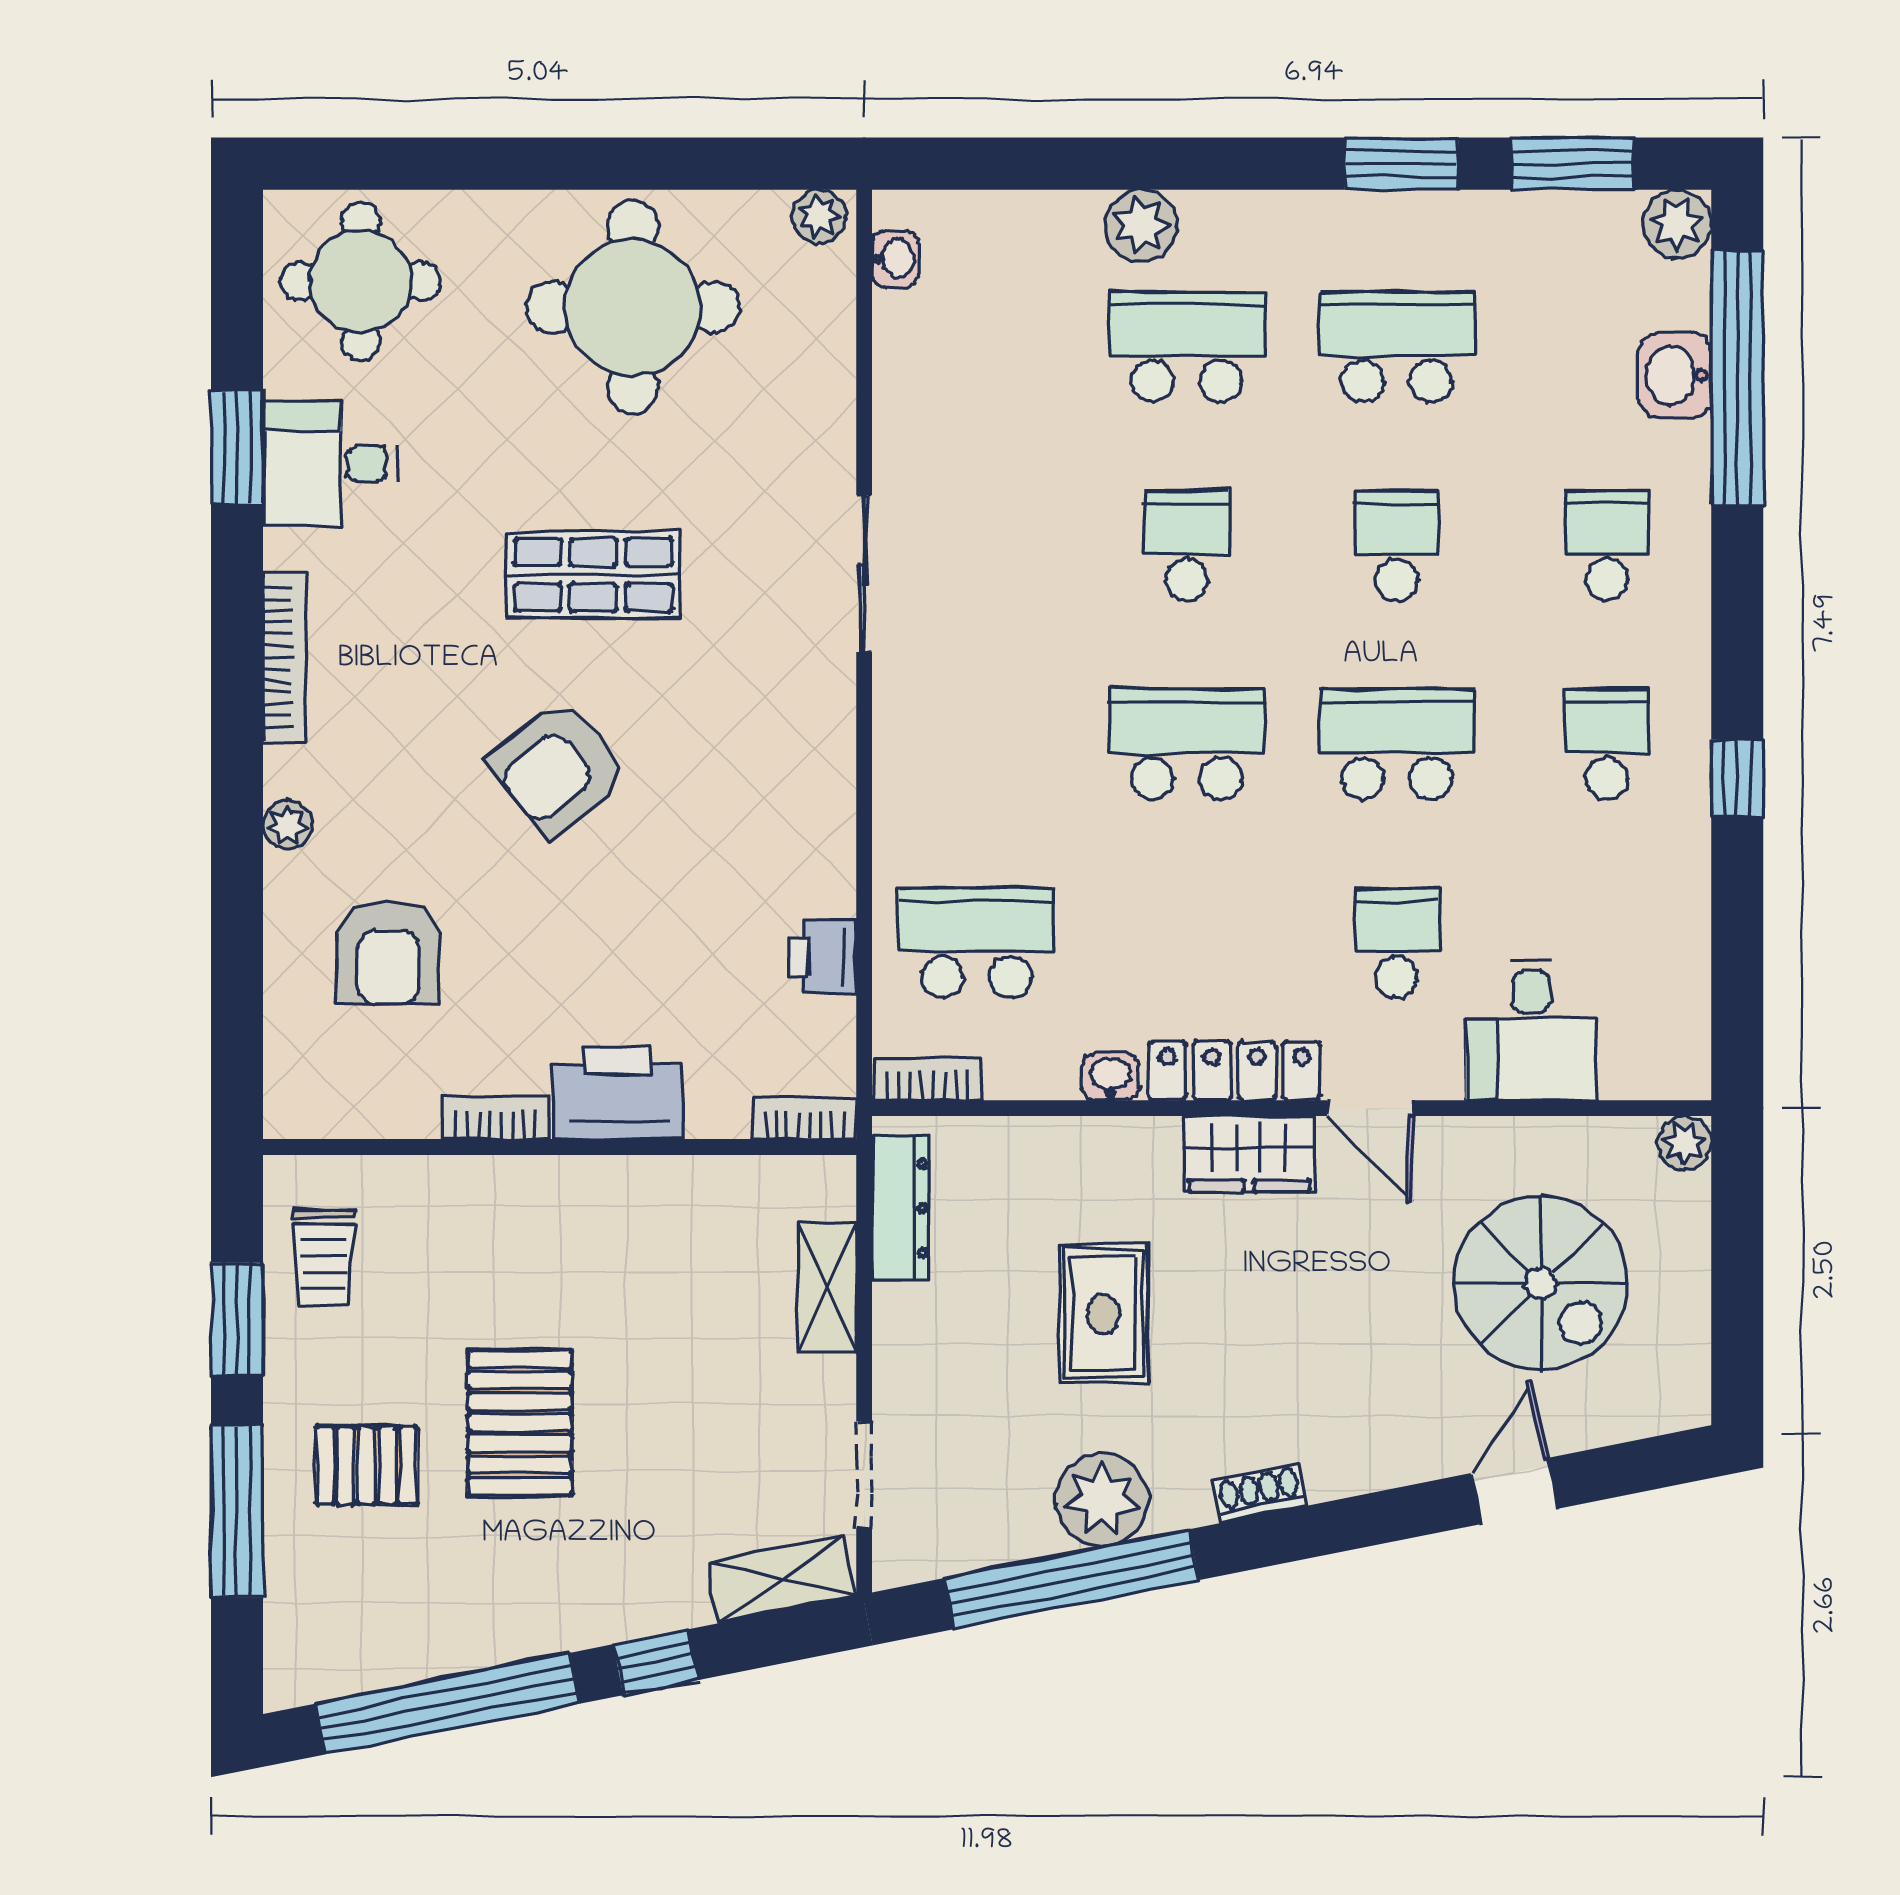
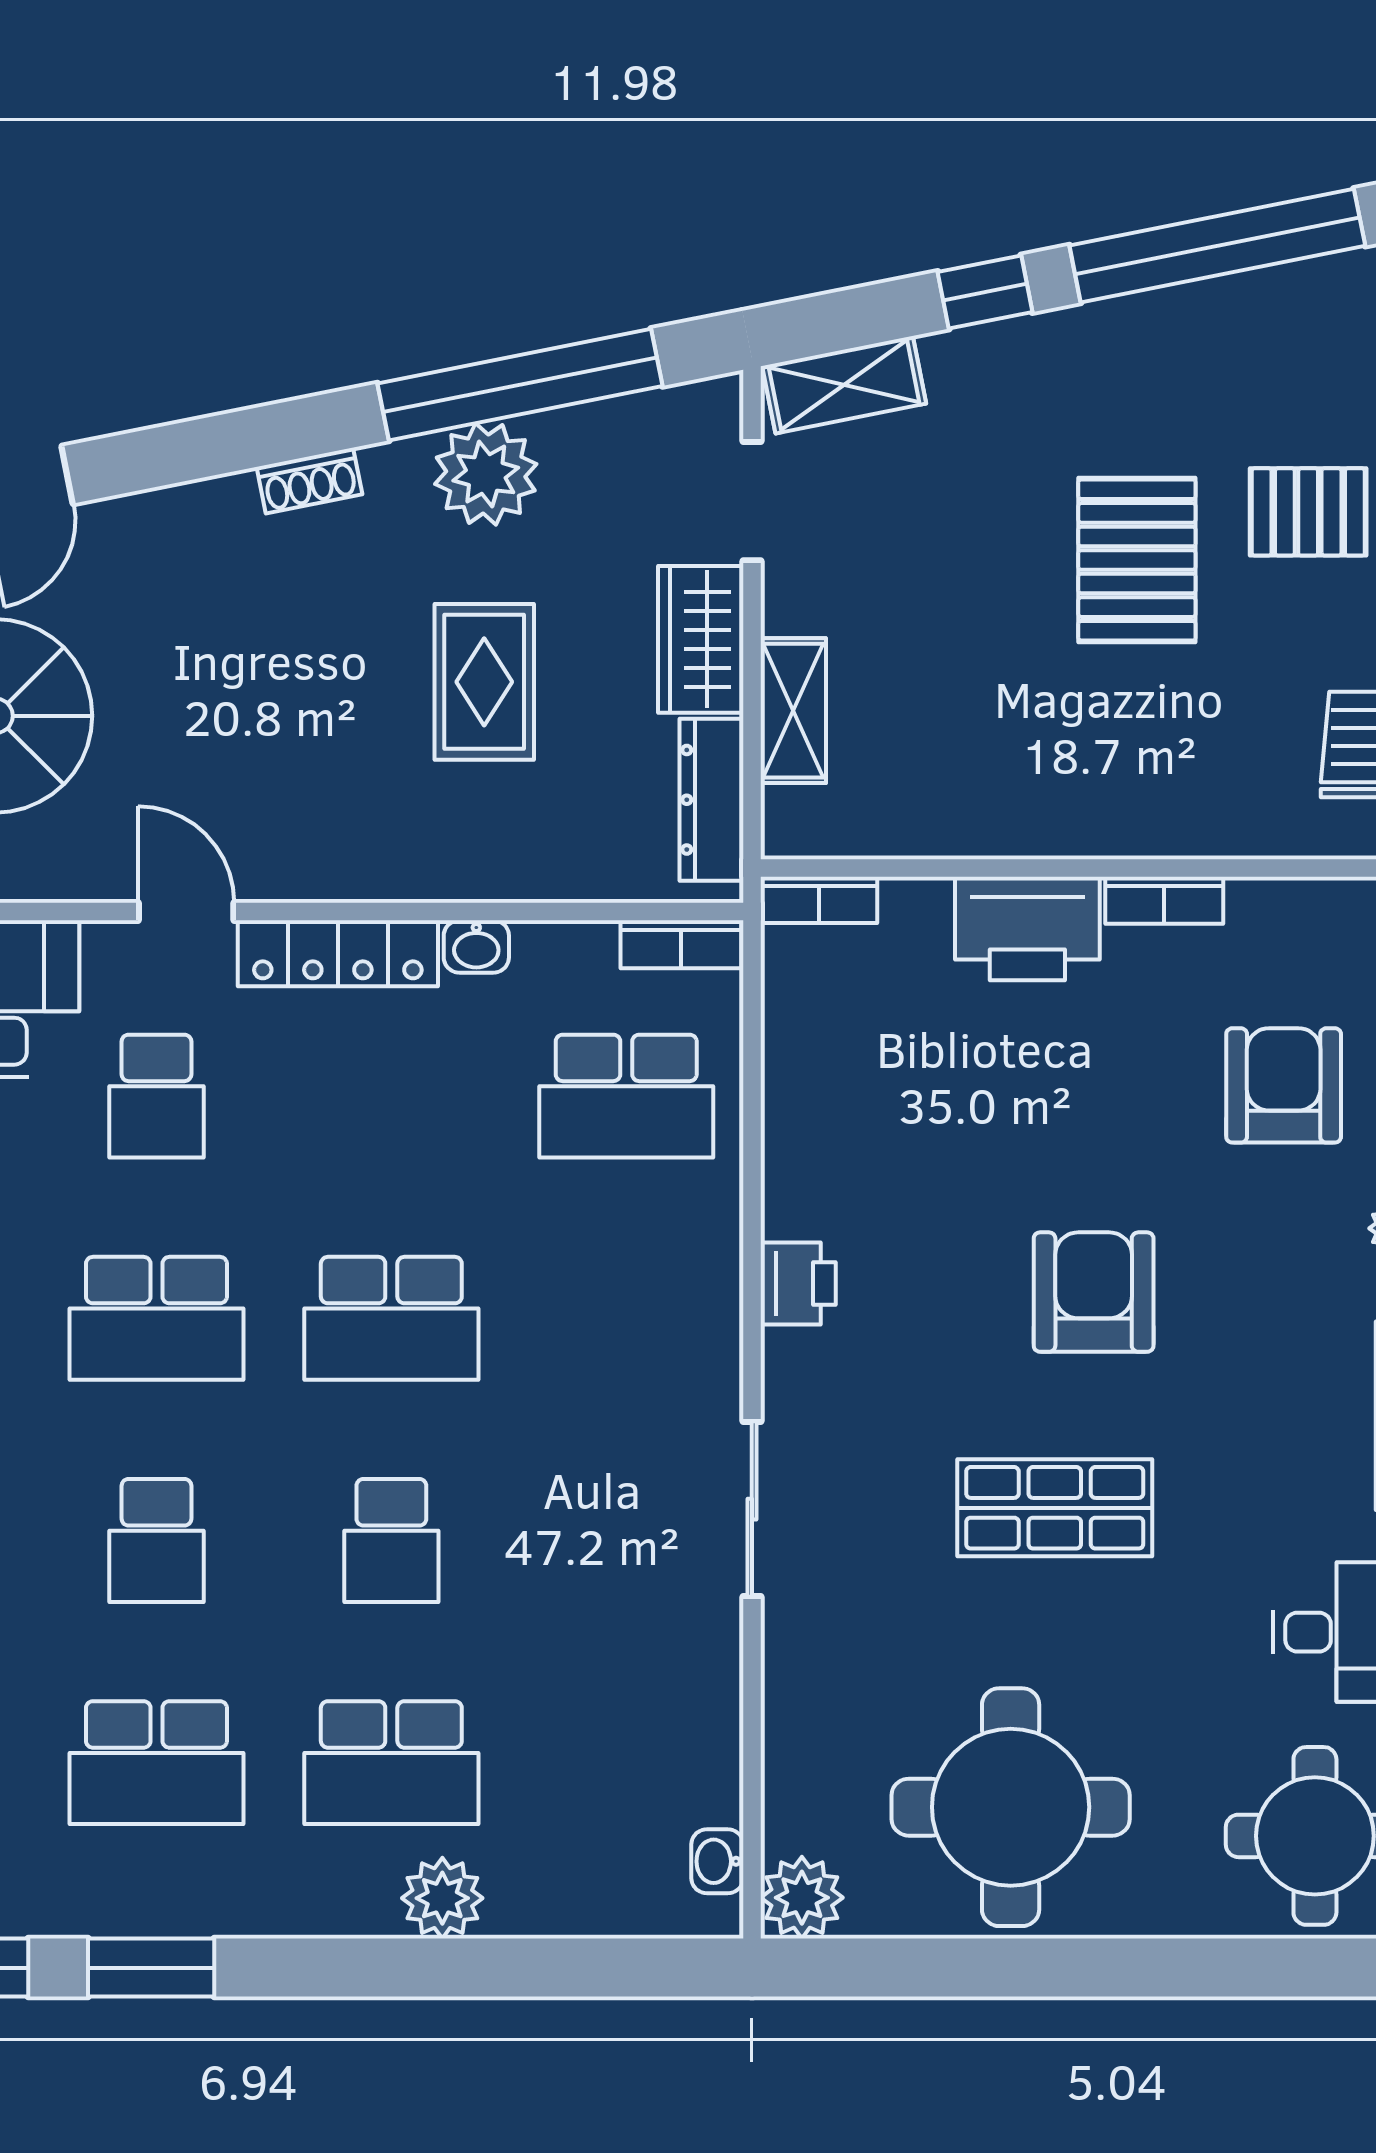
plant: (819, 216) -> (802, 1898), width x1.38, depth x1.38
armchair: (558, 768) -> (1094, 1292), turned -51
printer: (823, 957) -> (798, 1284), moved
wardrobe: (1249, 1154) -> (701, 639), moved, turned -90

